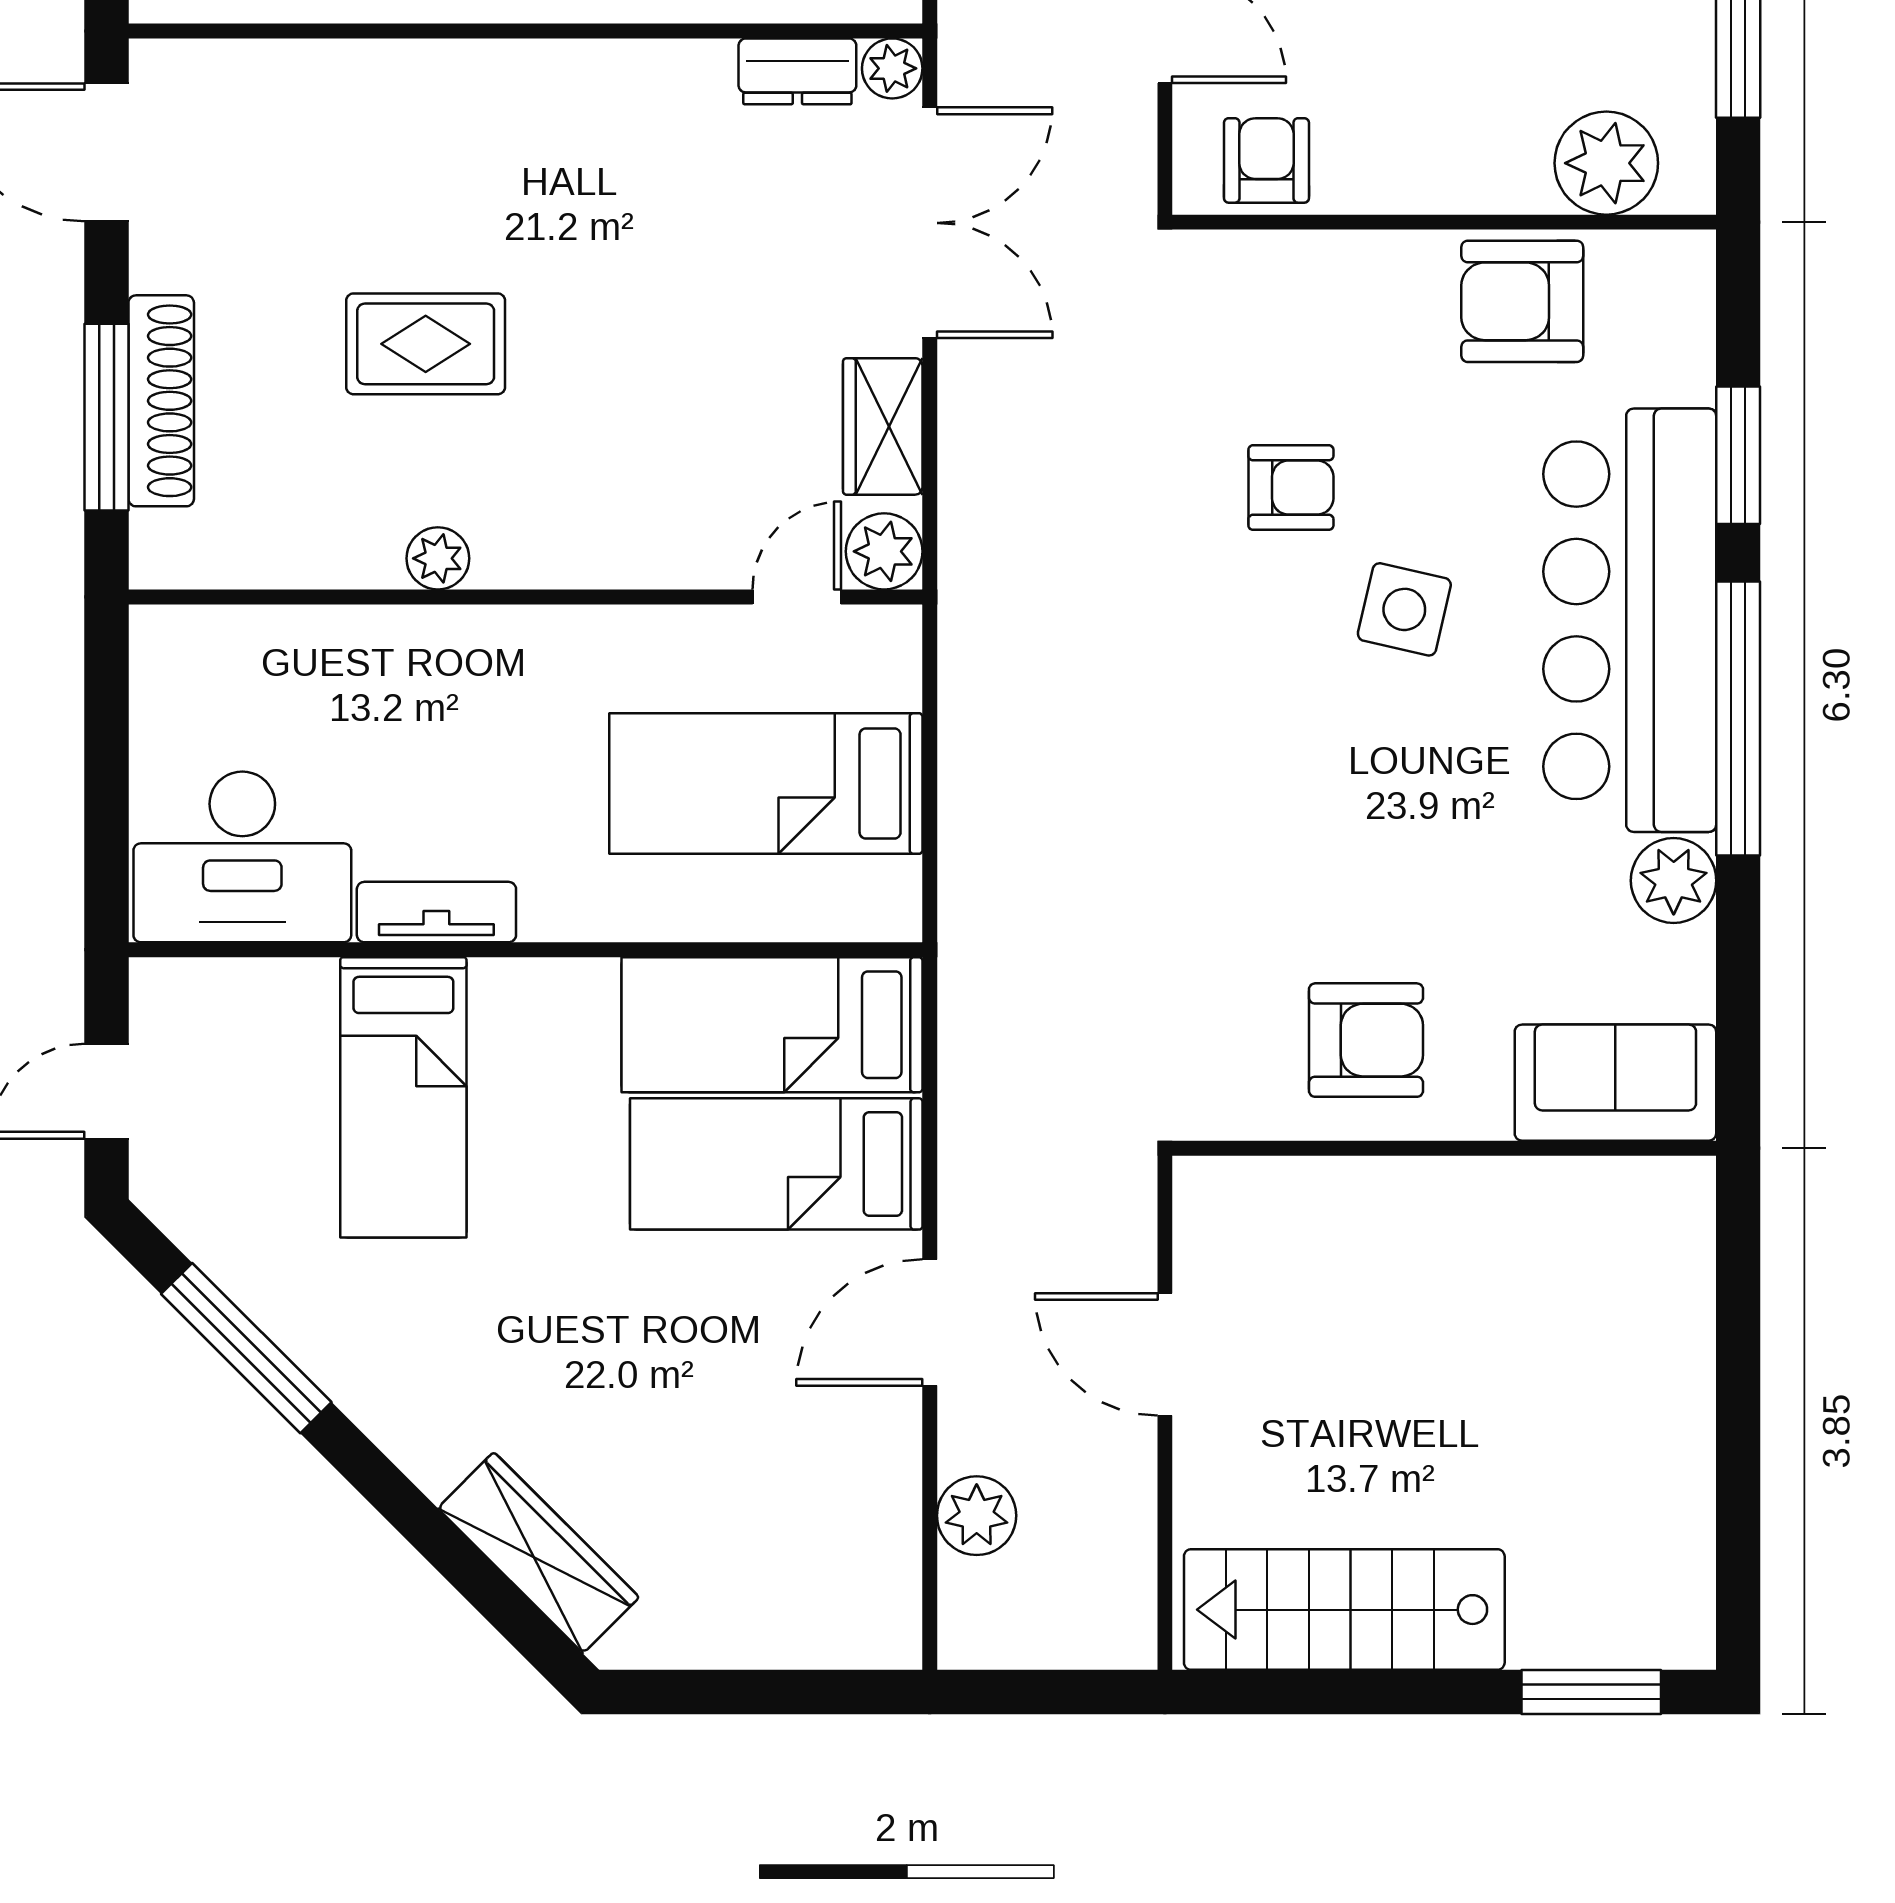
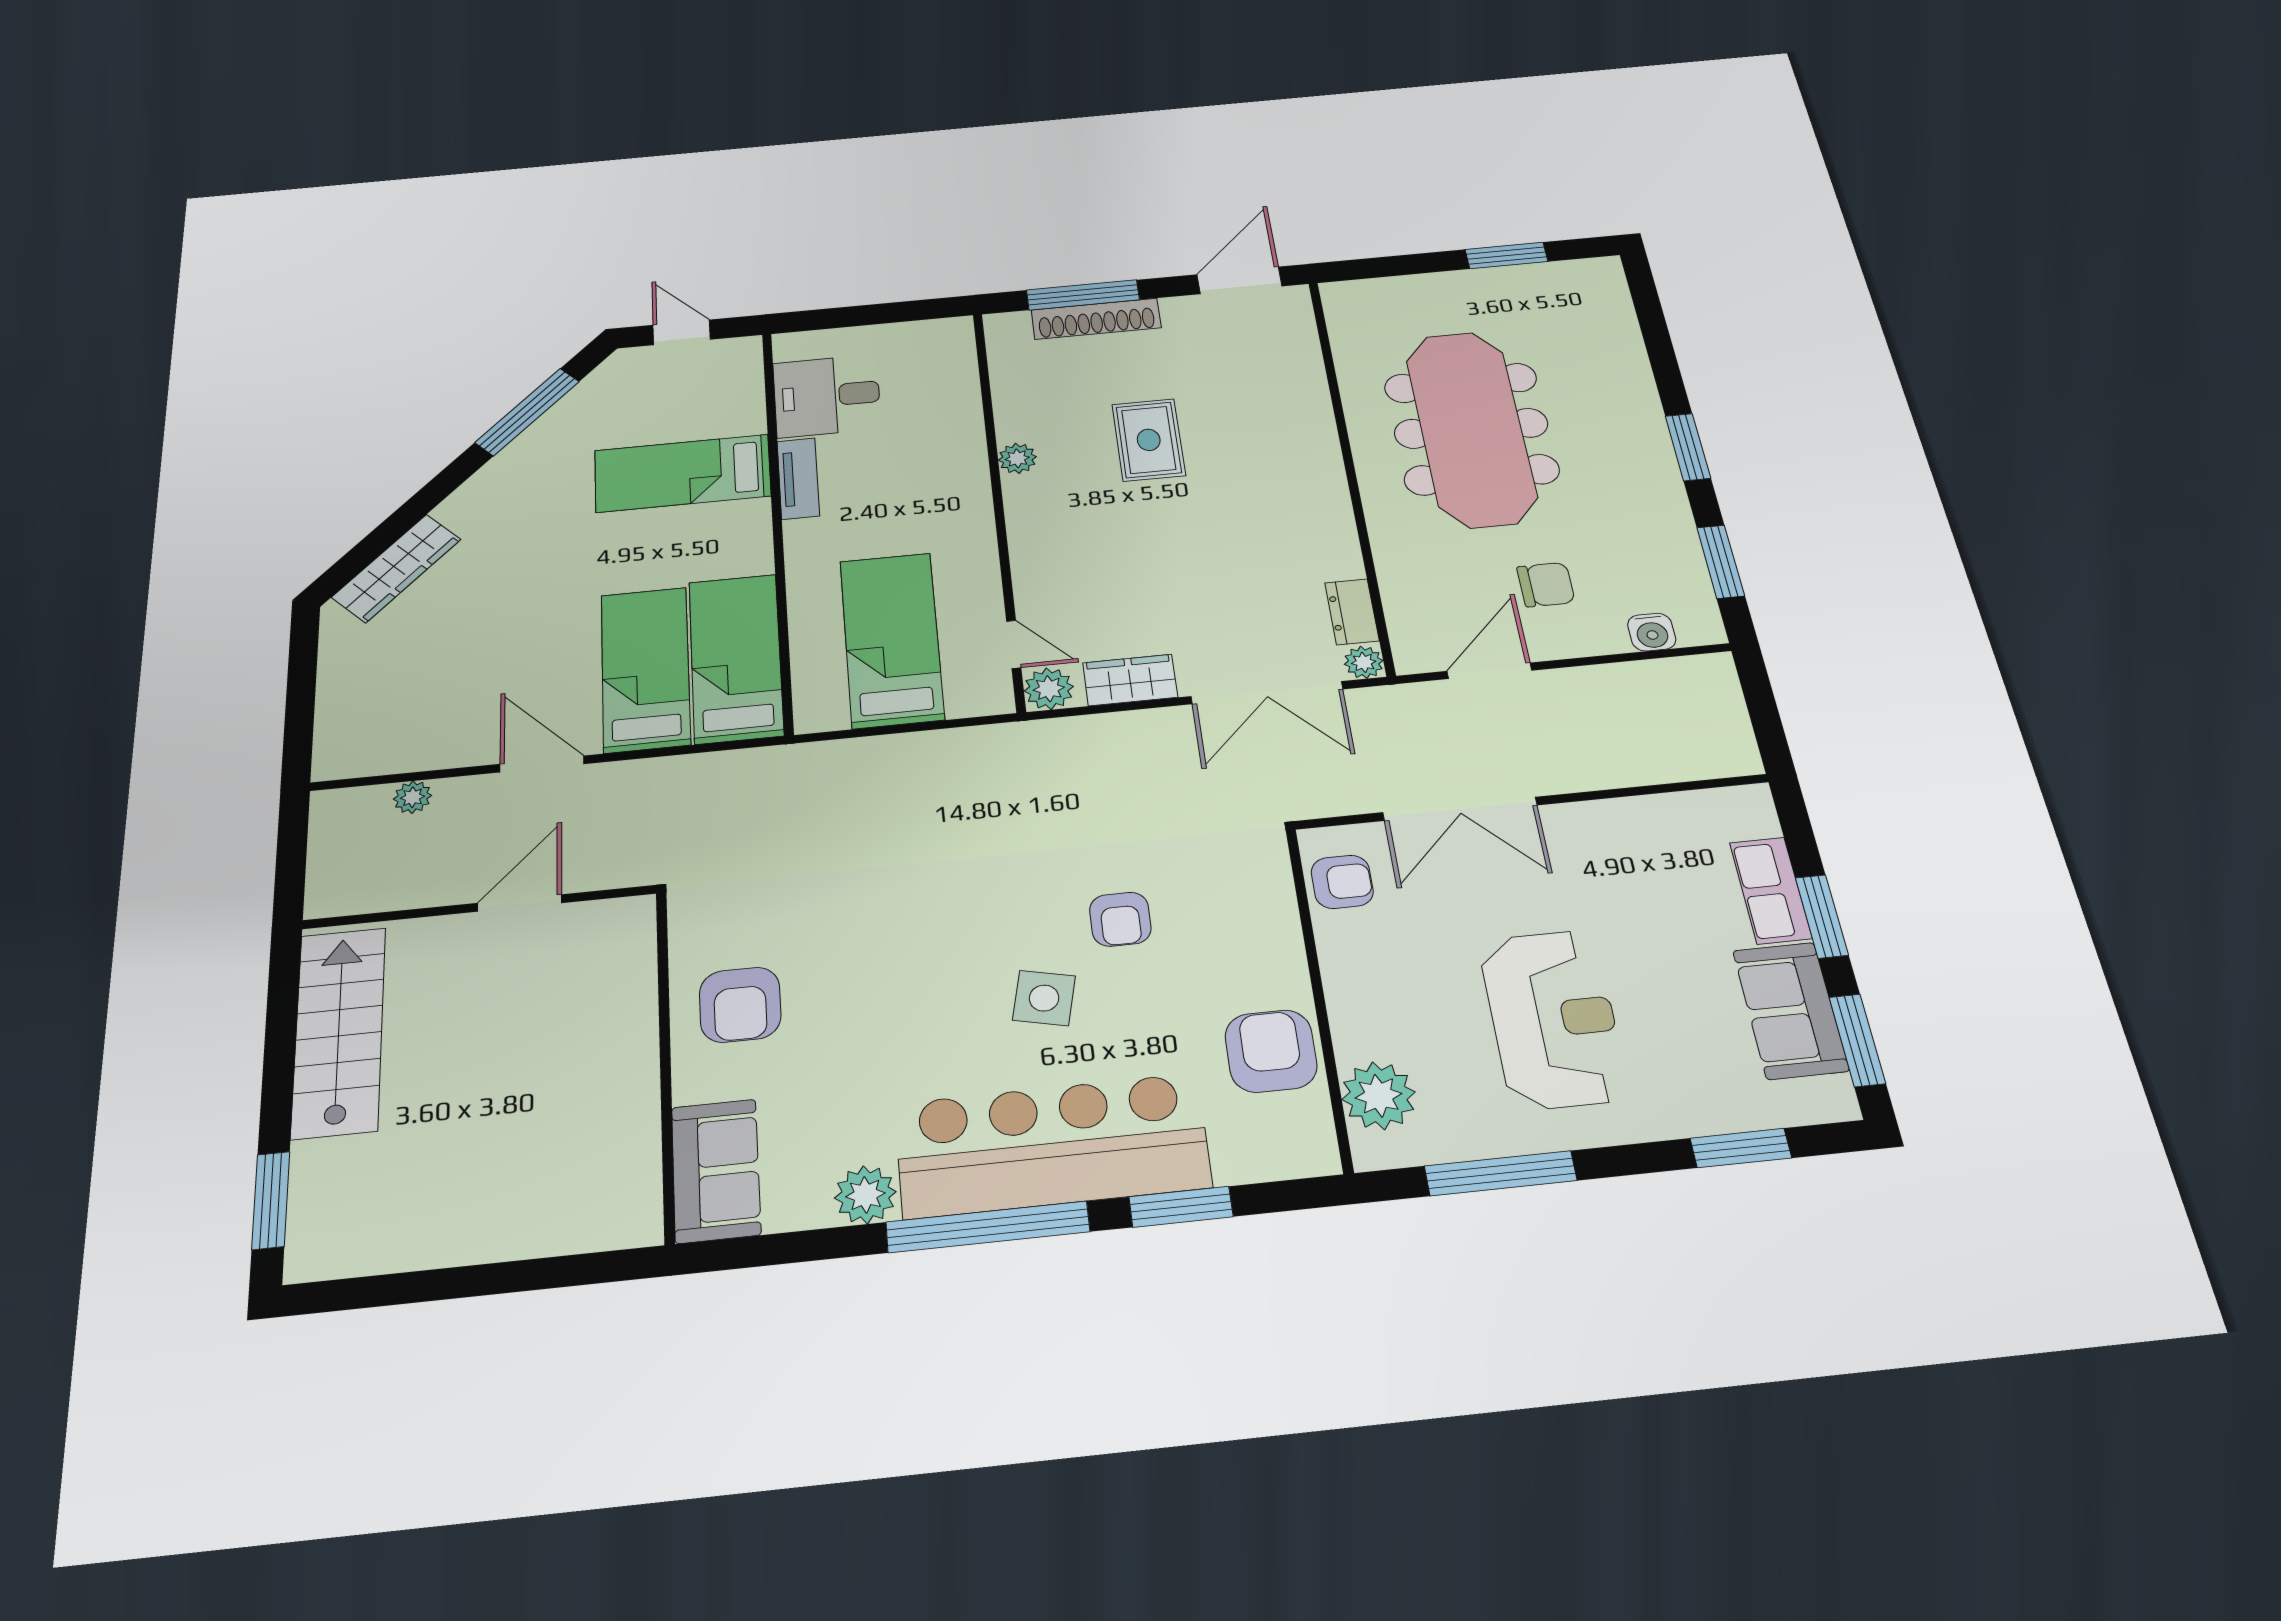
desk: (242, 857) -> (827, 396), width x0.73
plant: (977, 1516) -> (413, 797), width x0.73, depth x0.73

